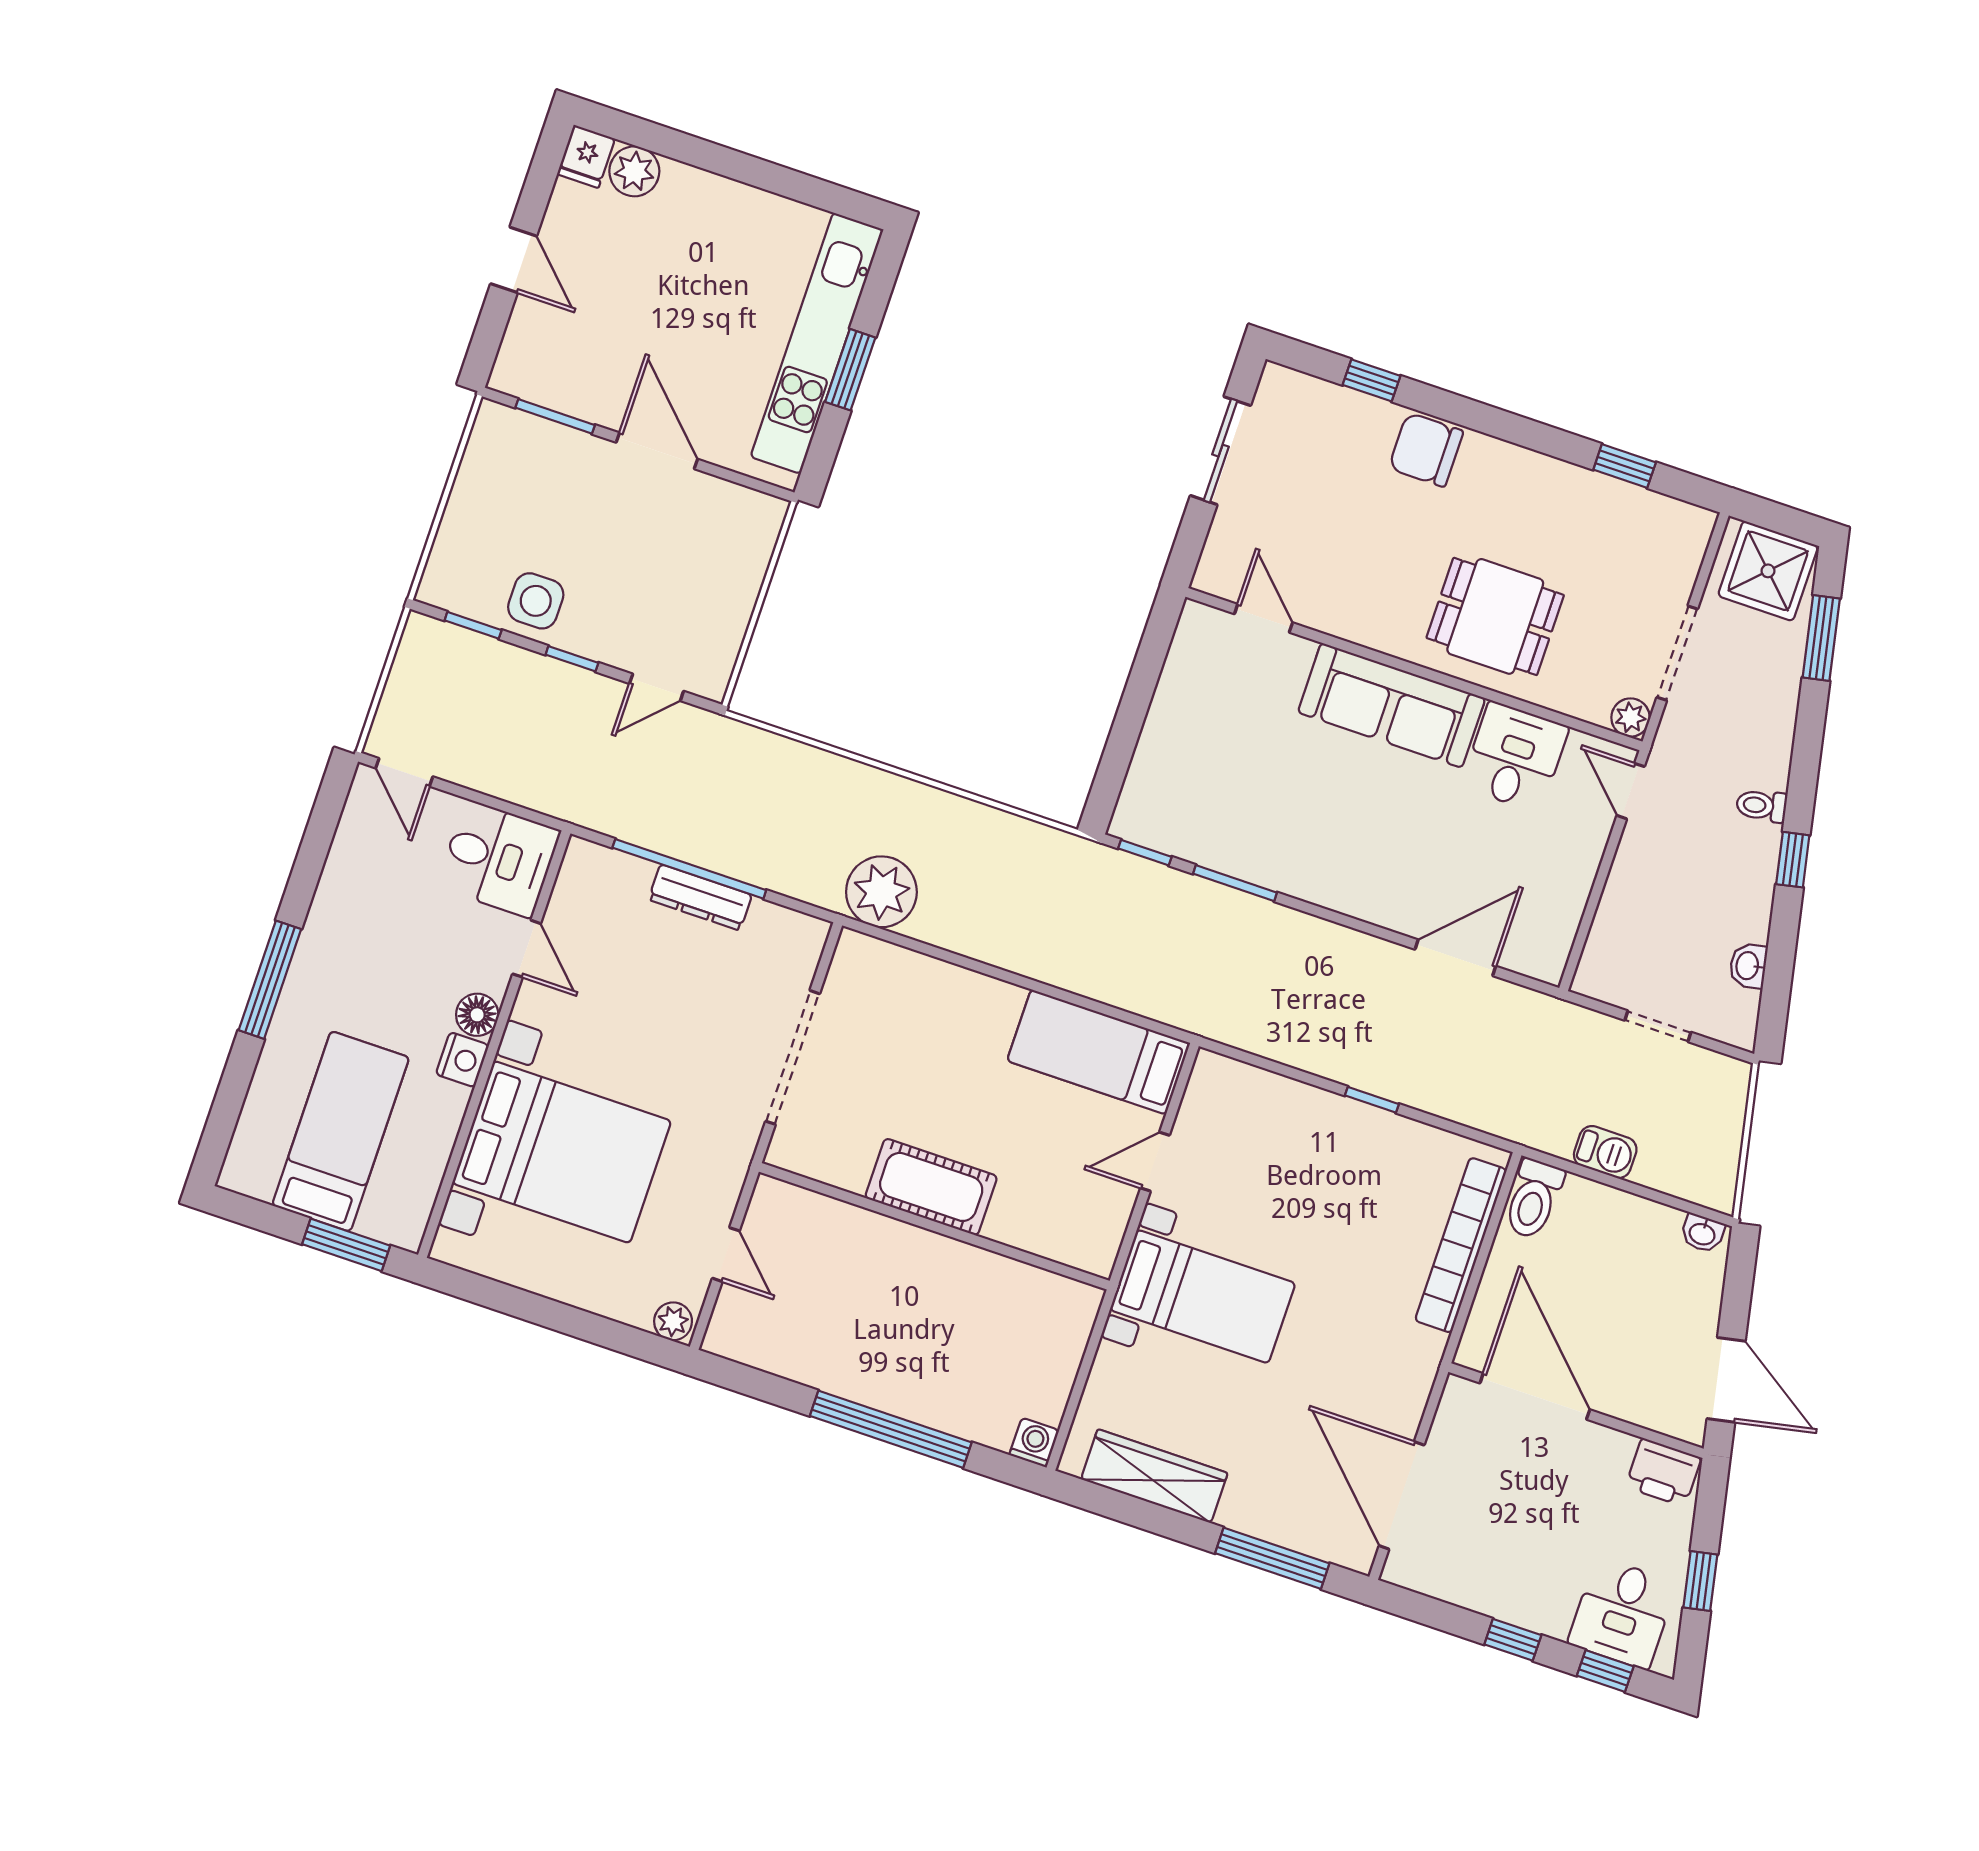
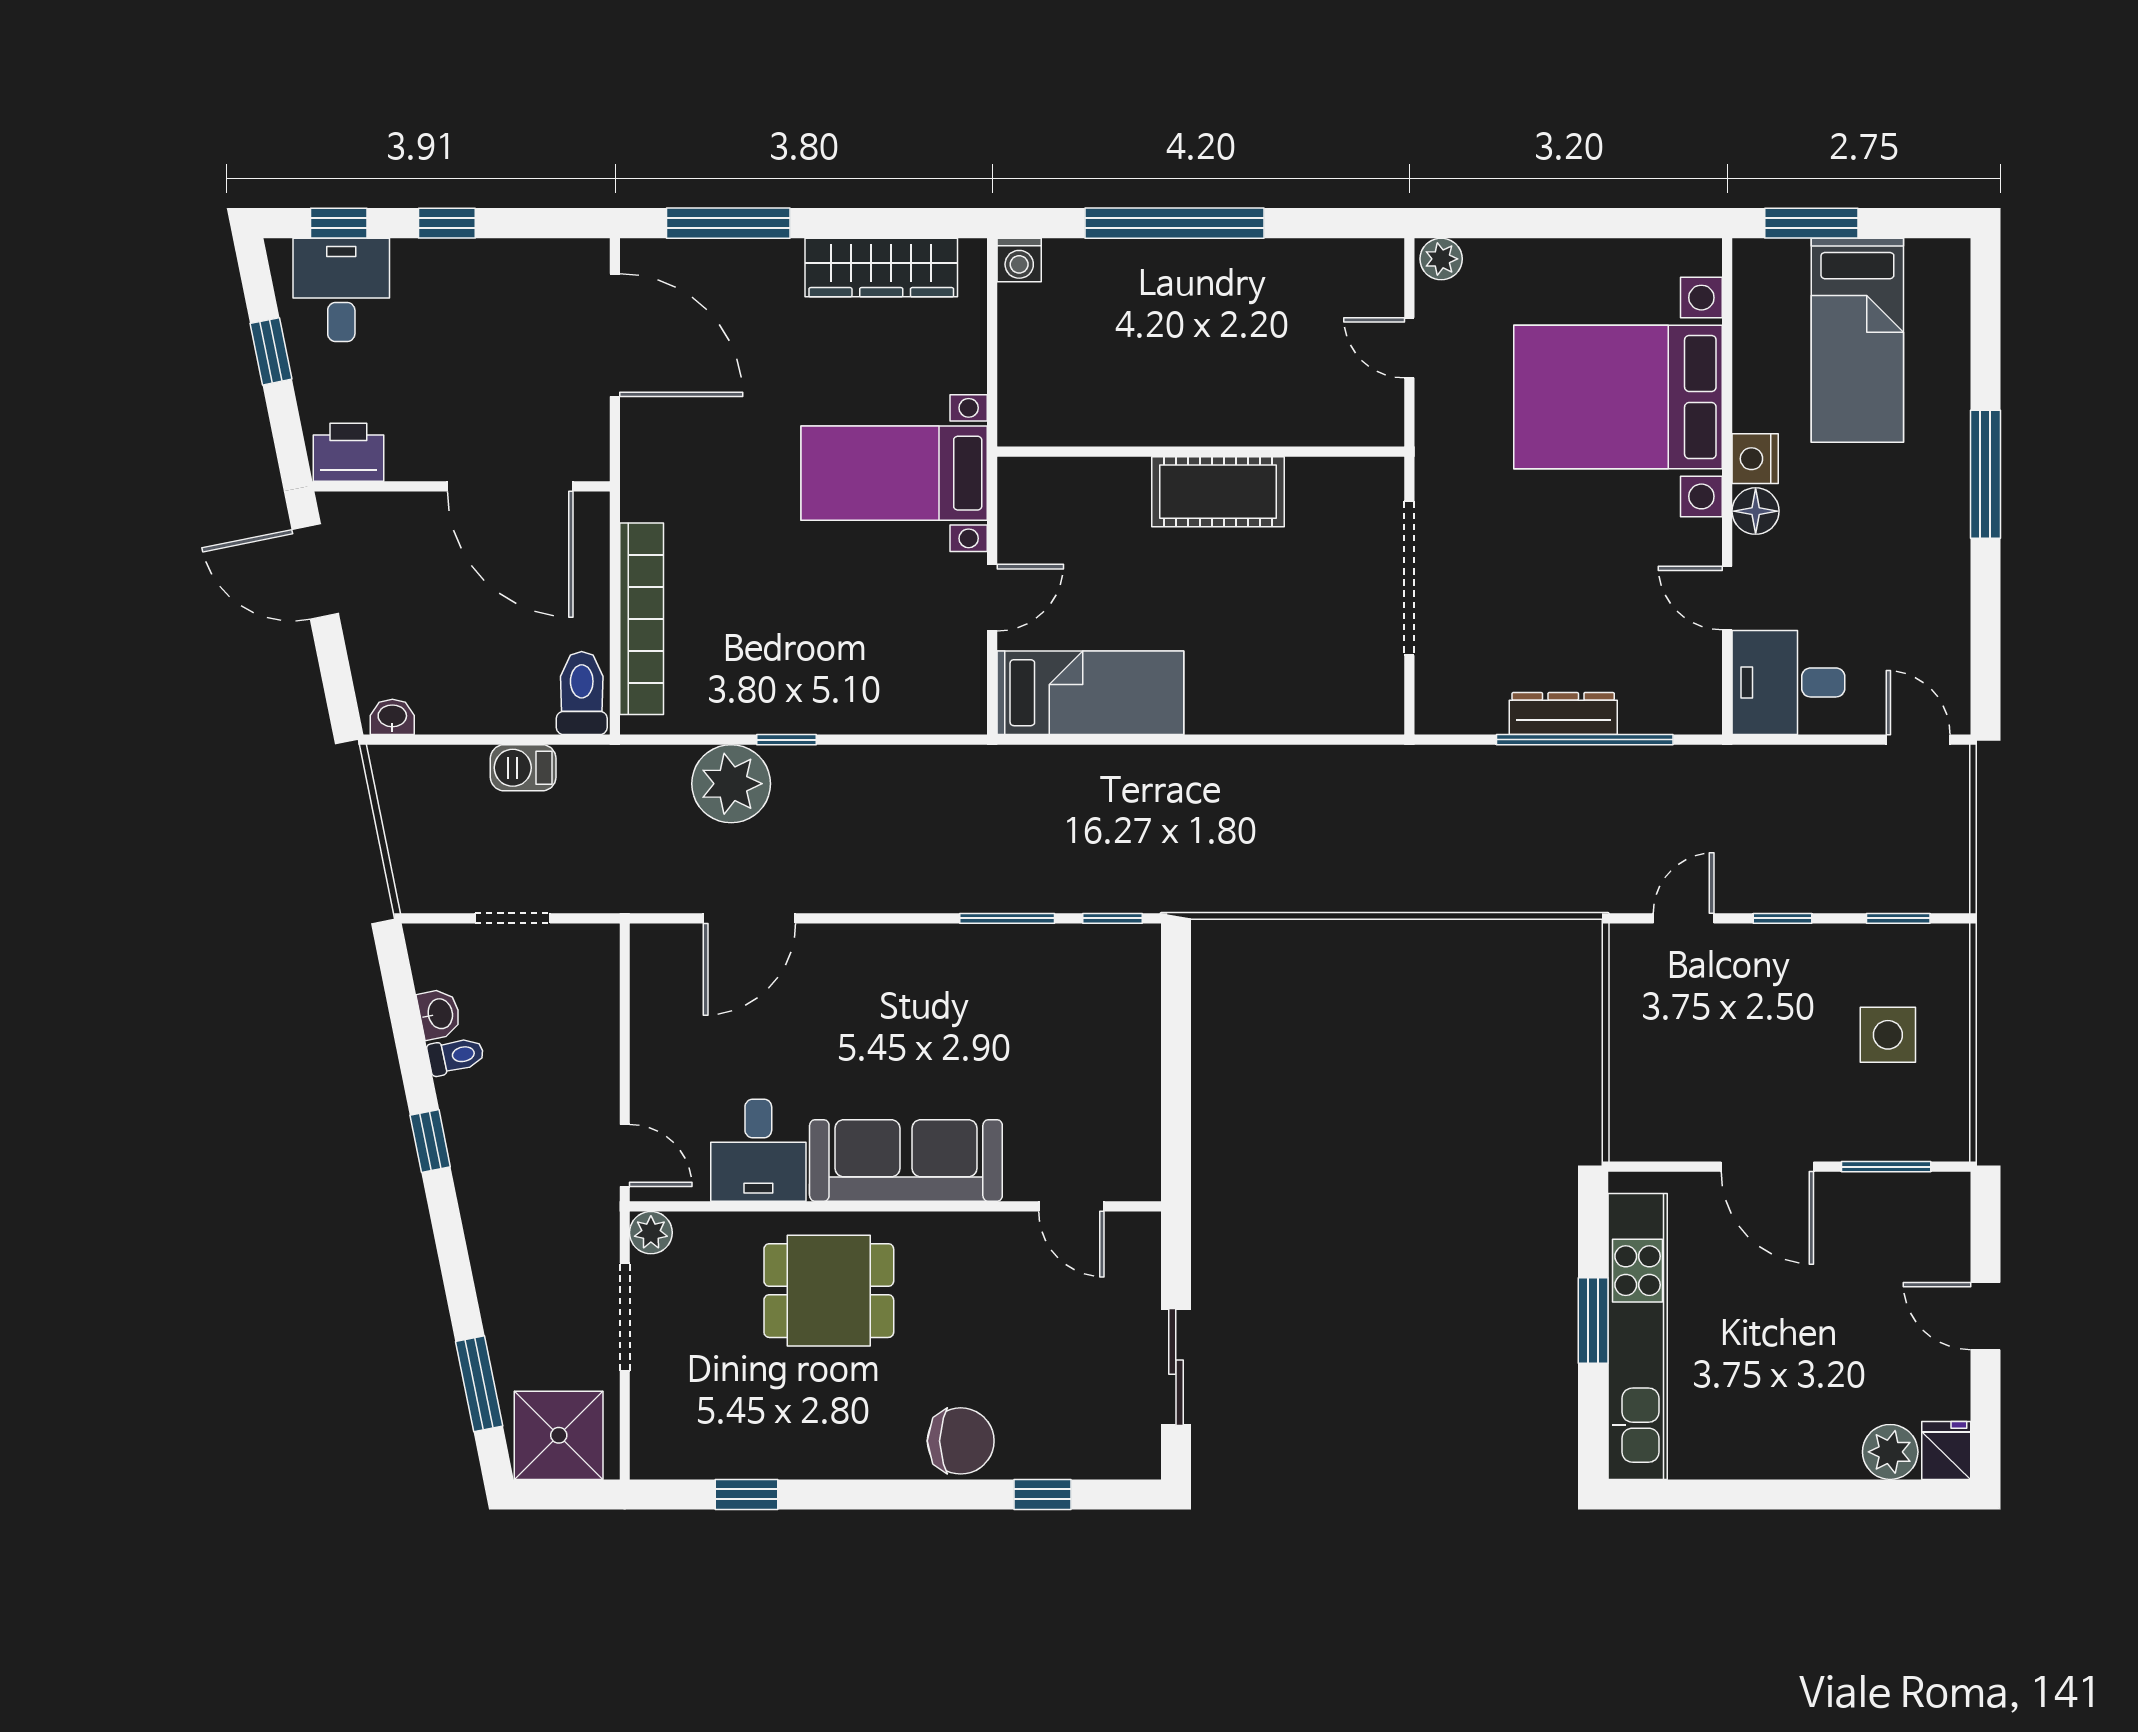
side table: (536, 601) -> (1888, 1035), moved
toilet: (1761, 806) -> (456, 1056), moved
plant: (881, 892) -> (731, 784), moved

